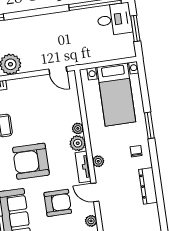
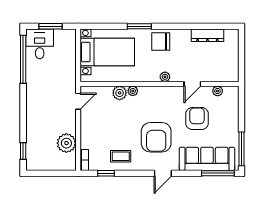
plant: (78, 143) -> (120, 93), moved
chair: (136, 151) -> (161, 41), width x1.87, depth x1.87
tv unit: (83, 167) -> (168, 91), removed
dresser: (148, 186) -> (207, 35), moved

